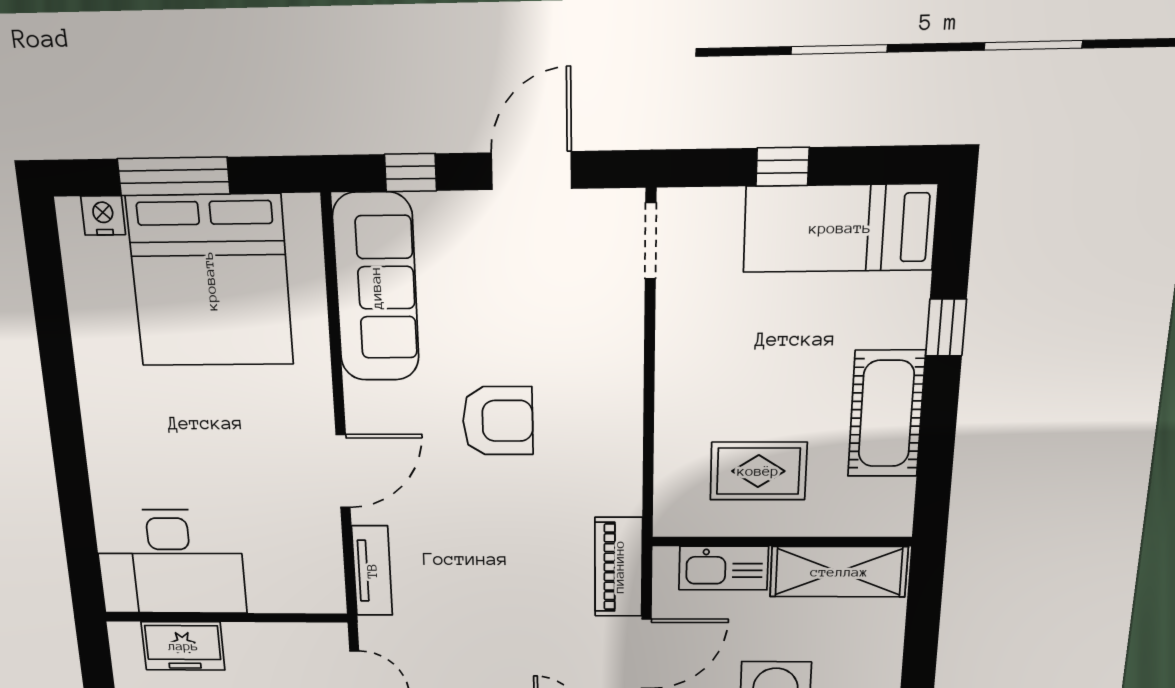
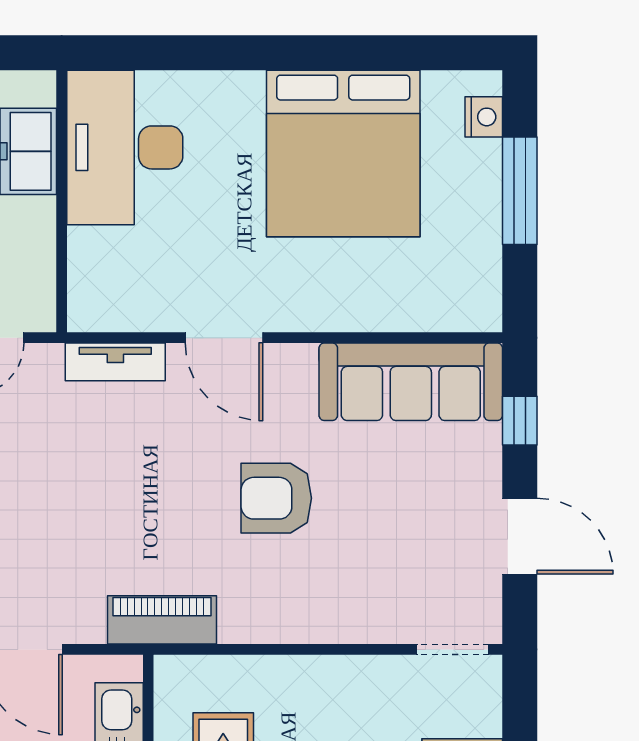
bed: (210, 281) -> (343, 153), moved, turned -90
armchair: (498, 421) -> (276, 498), turned 90
piano: (619, 567) -> (162, 620), moved

